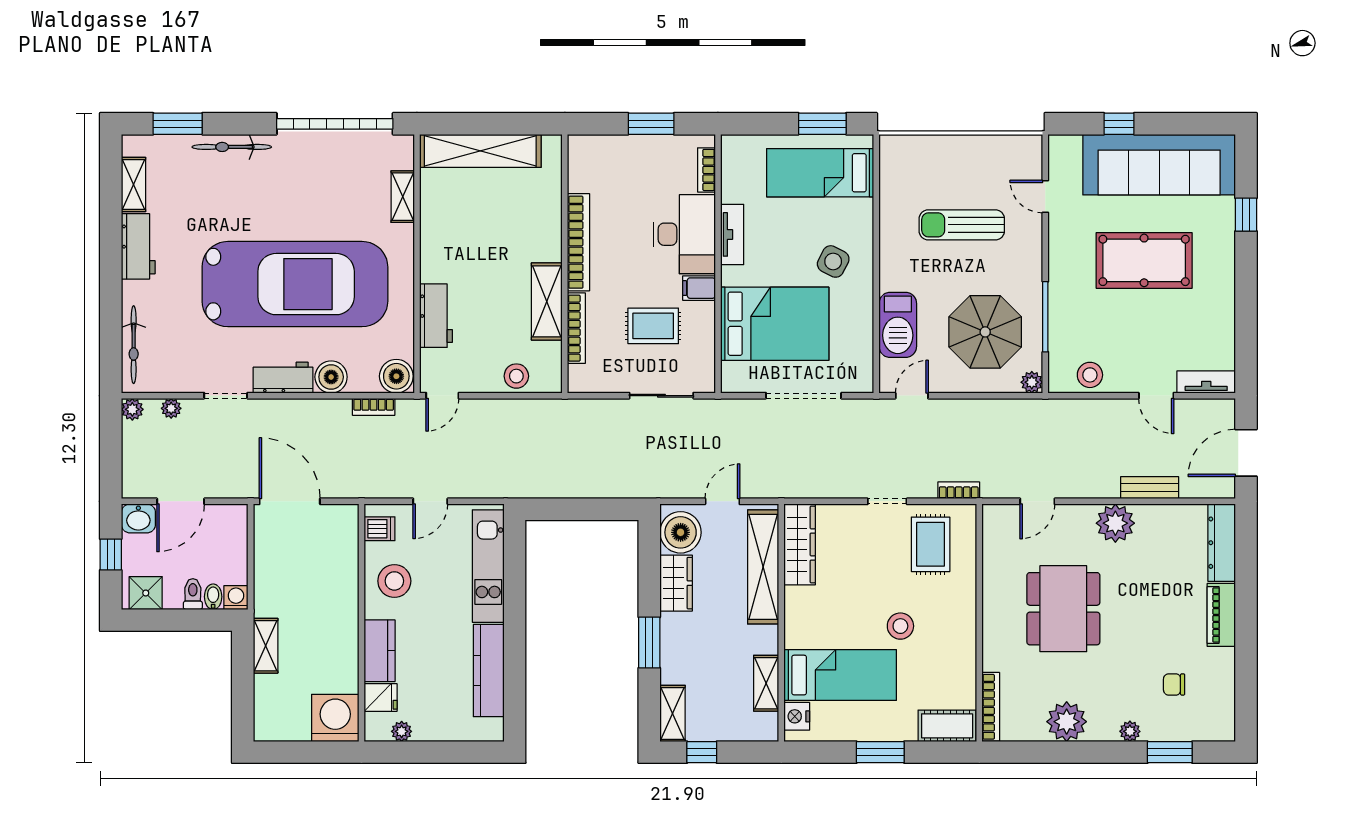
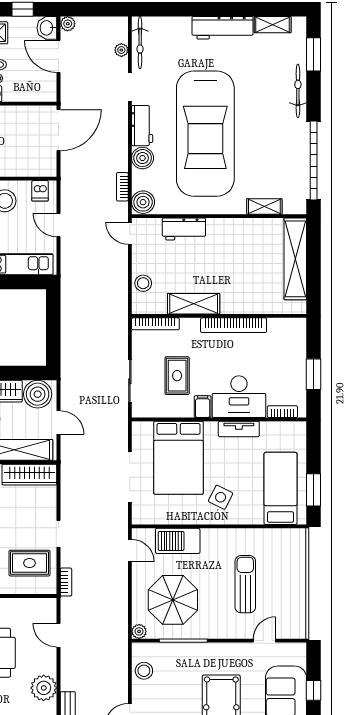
workbench: (138, 246) -> (223, 28), width x1.38
bookcase: (576, 328) -> (155, 324), moved
bicycle: (134, 345) -> (140, 43), moved, turned -90
plant: (132, 409) -> (68, 24), moved

